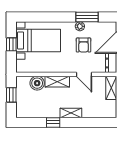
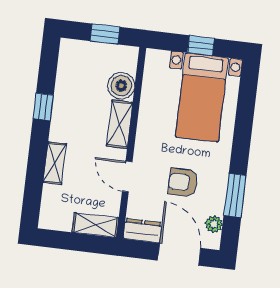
plant: (80, 26) -> (214, 224), moved
door: (84, 74) -> (127, 176), hinge flipped
shelving: (71, 113) -> (55, 163), moved

